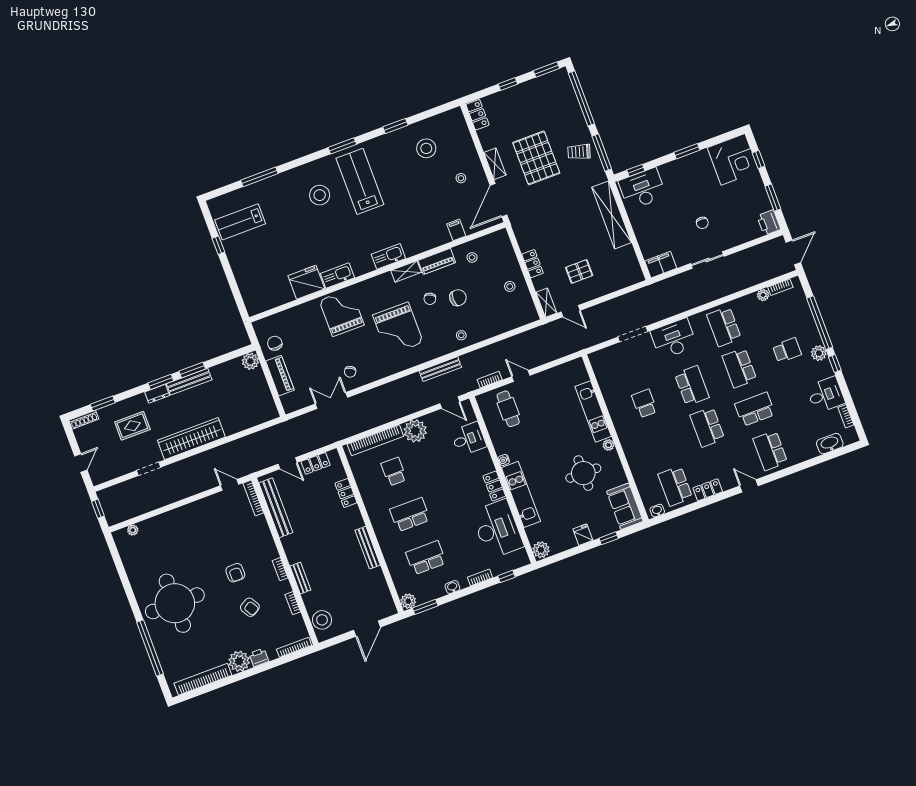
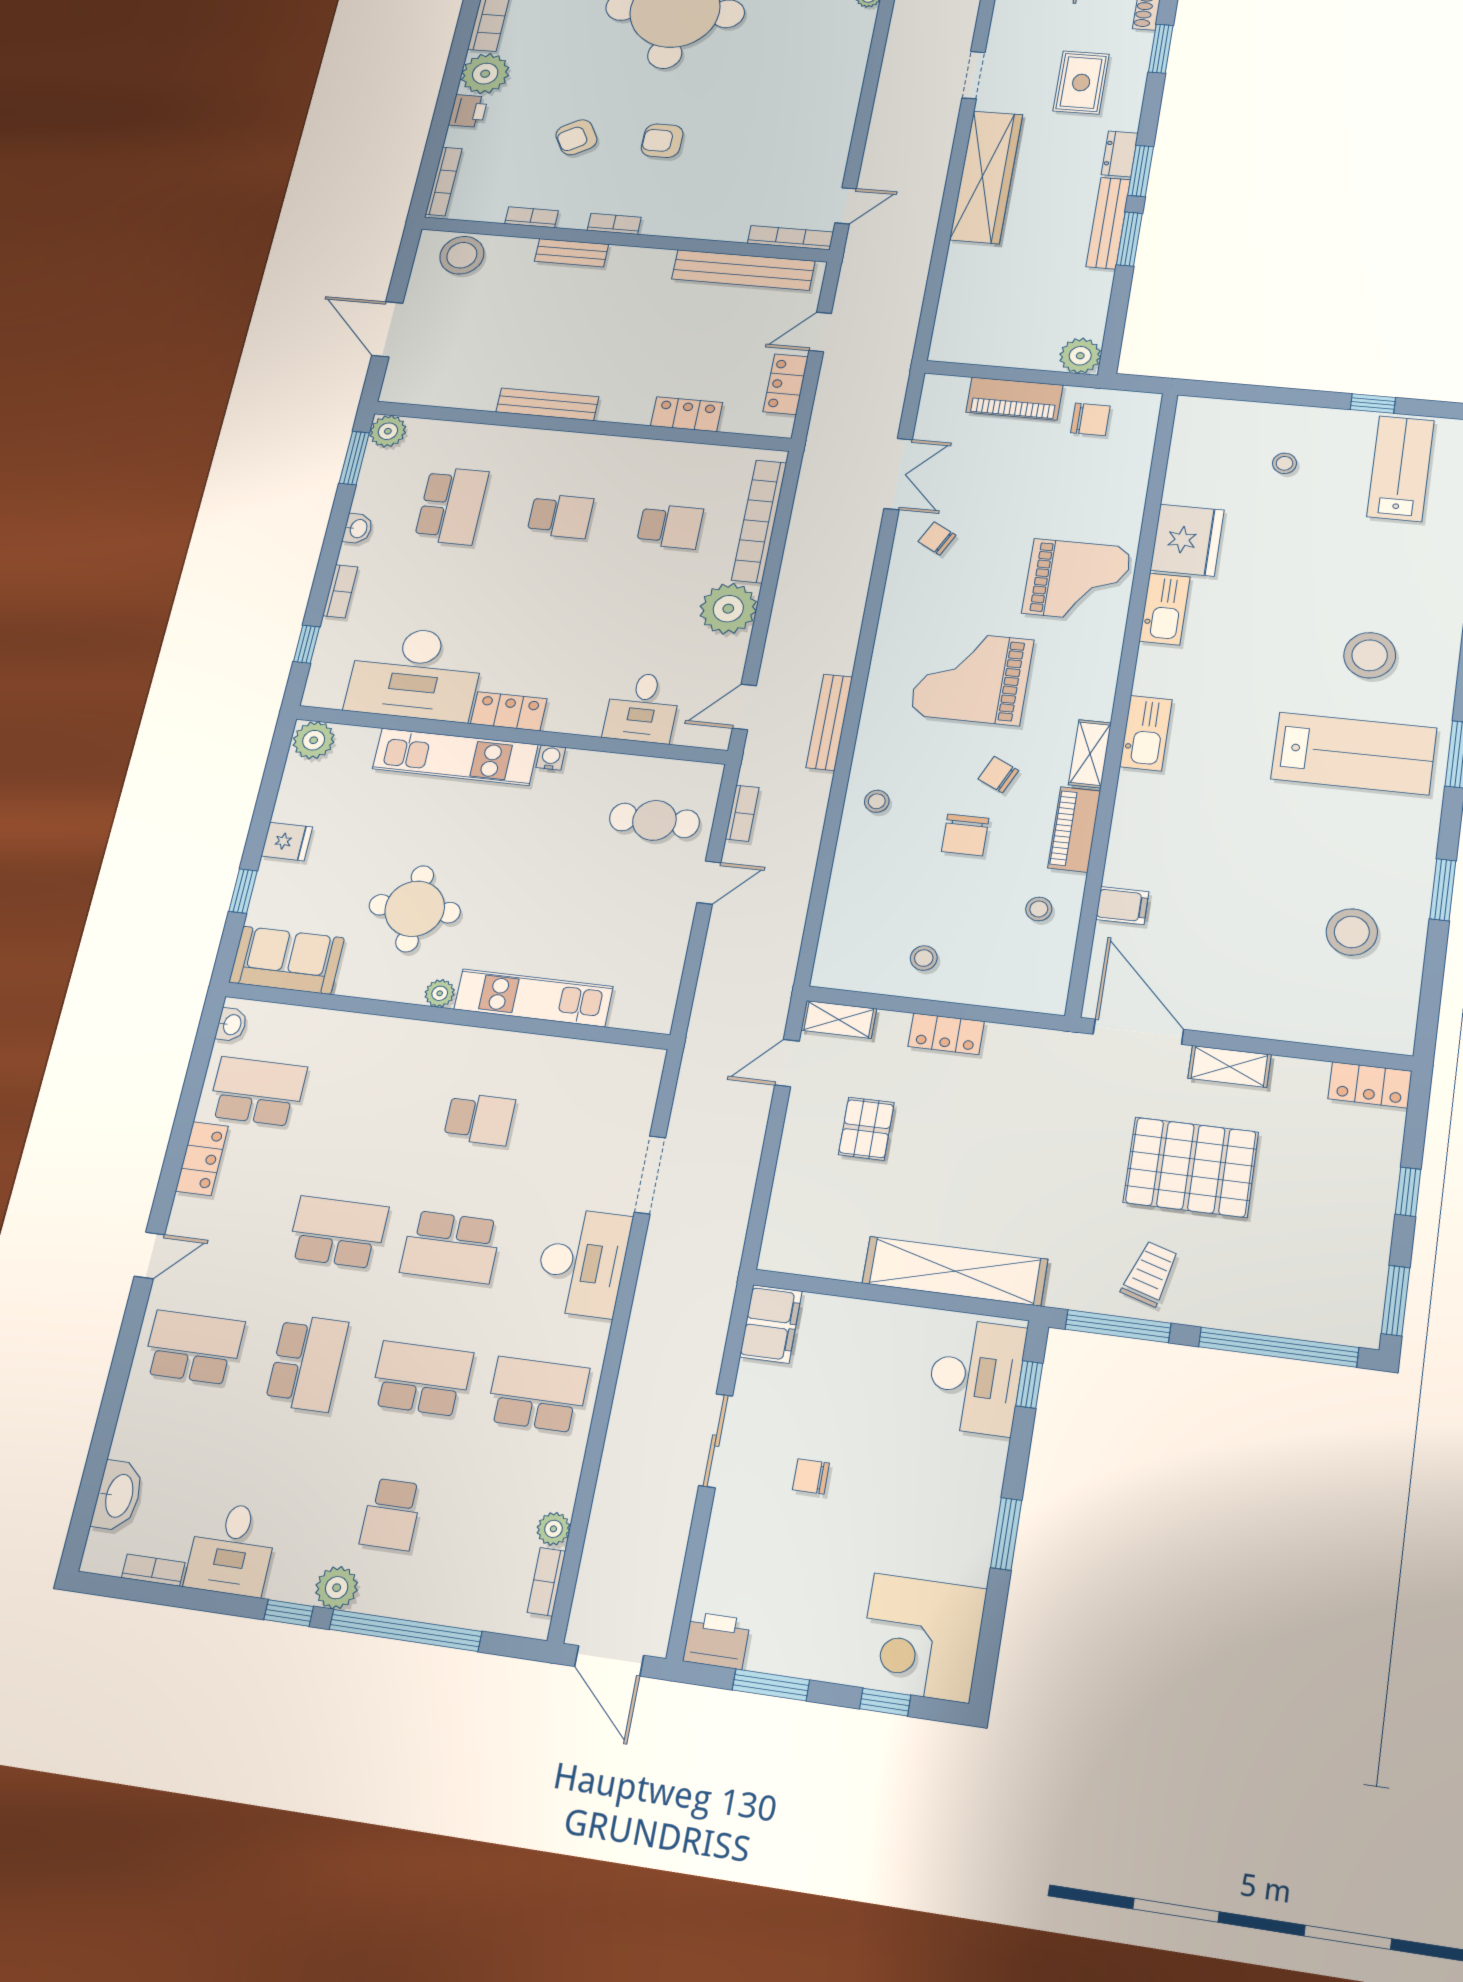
stool: (461, 178) -> (1285, 463), moved
school desk: (410, 515) -> (560, 516), width x0.54

